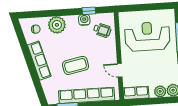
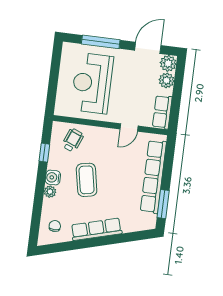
water cooler: (84, 20) -> (53, 178), moved
plant: (57, 25) -> (50, 192), width x0.53, depth x0.53
coffee table: (76, 65) -> (87, 180), moved

